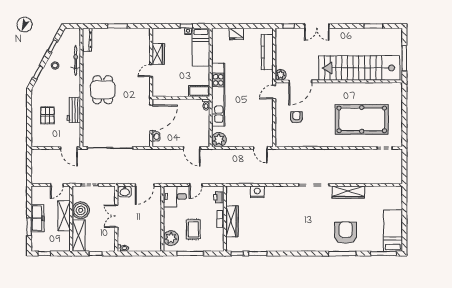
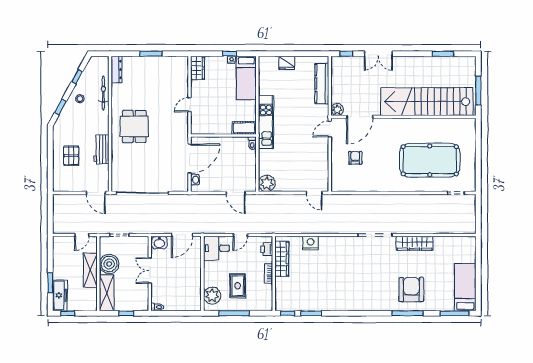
wardrobe: (158, 54) -> (198, 68), moved
kitchen unit: (218, 94) -> (266, 122), width x0.73
freezer: (38, 218) -> (60, 295), moved
wardrobe: (232, 221) -> (282, 259), moved

